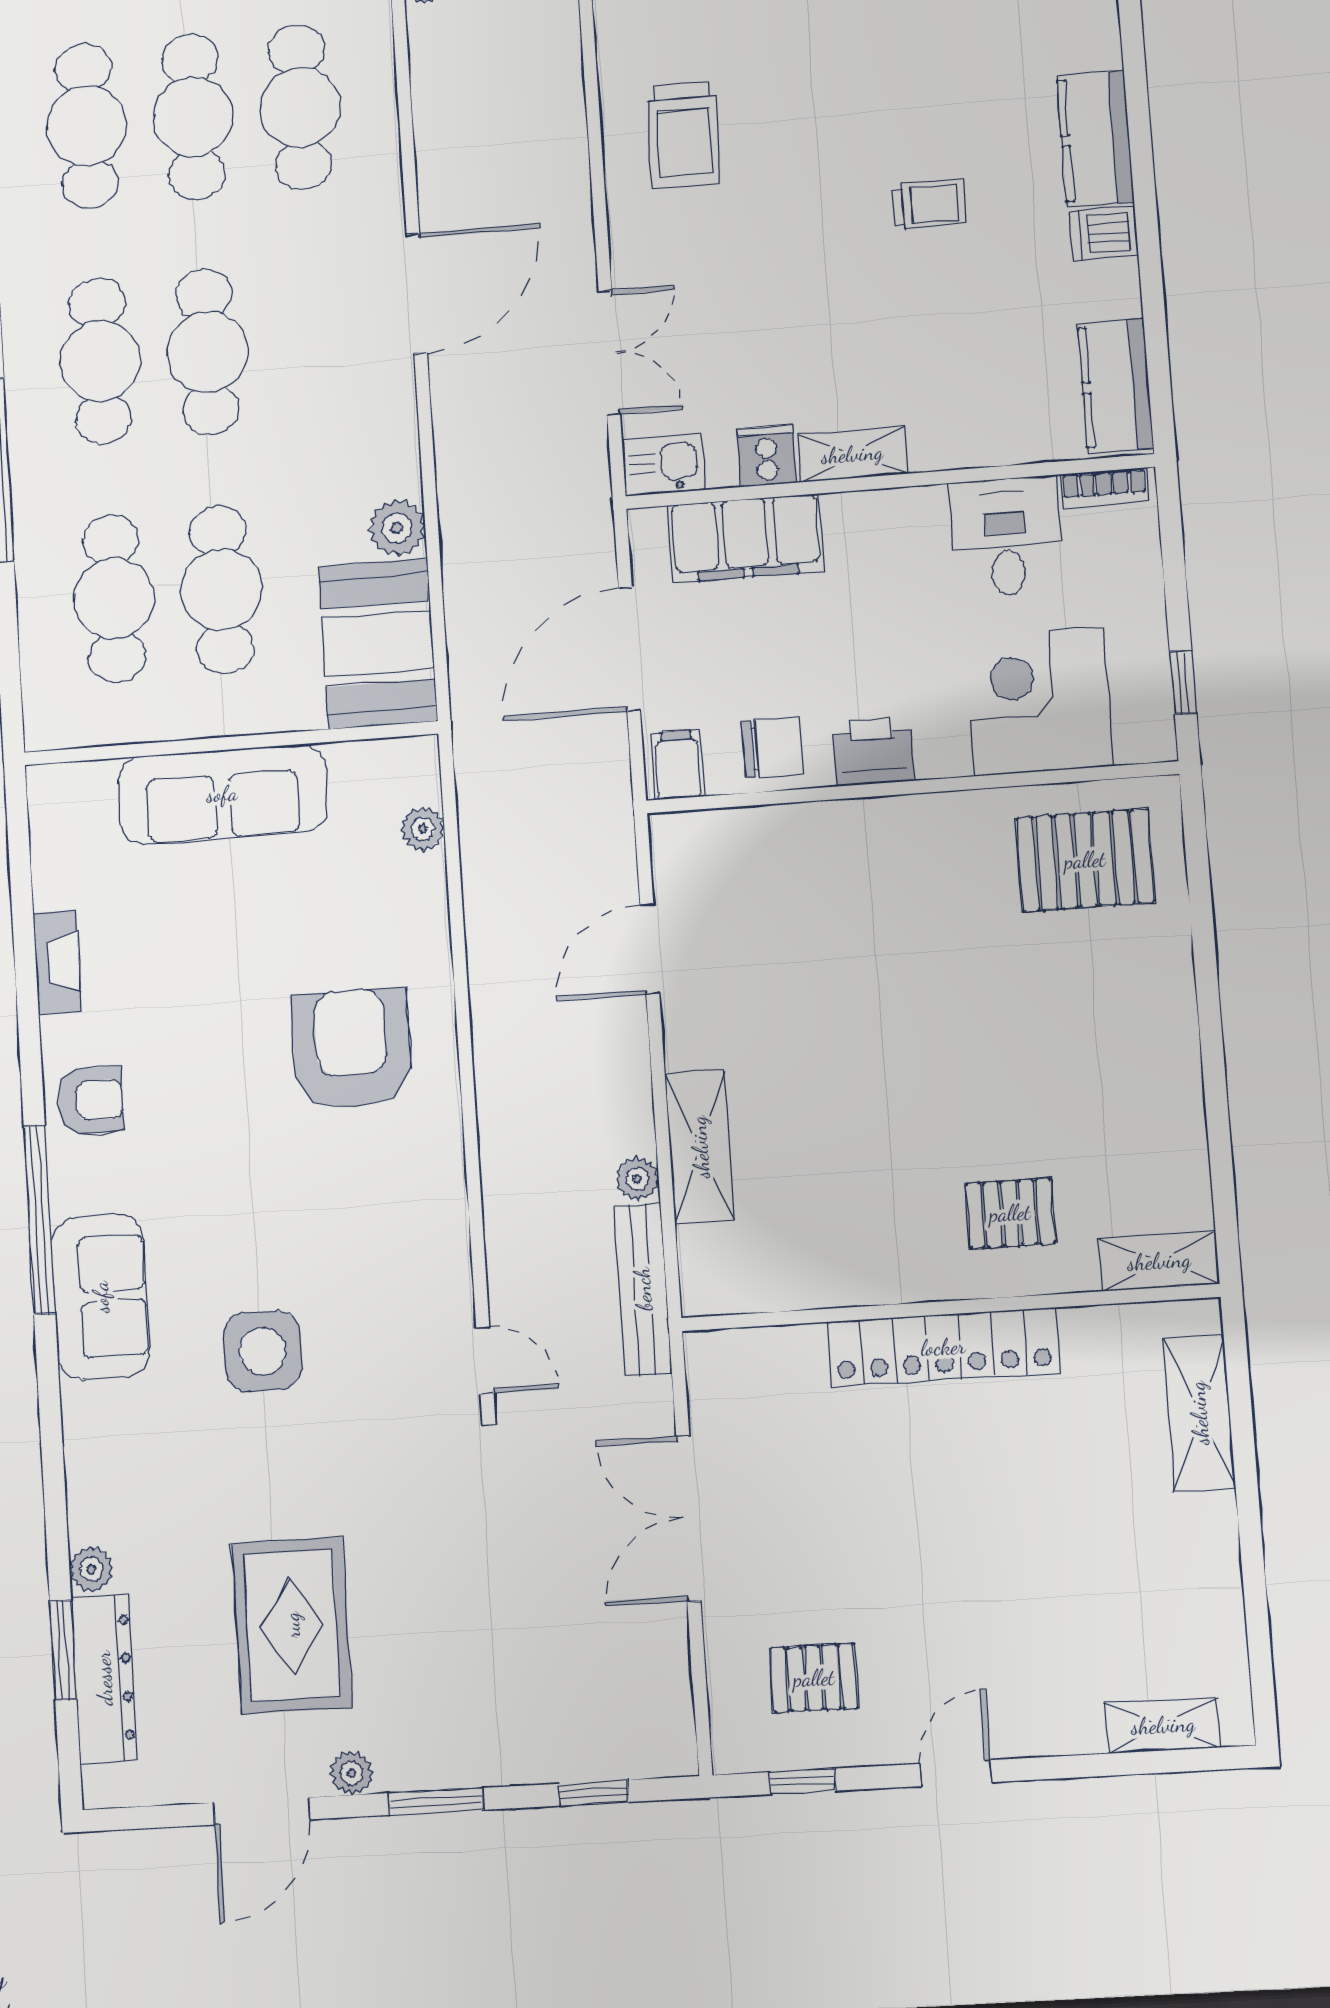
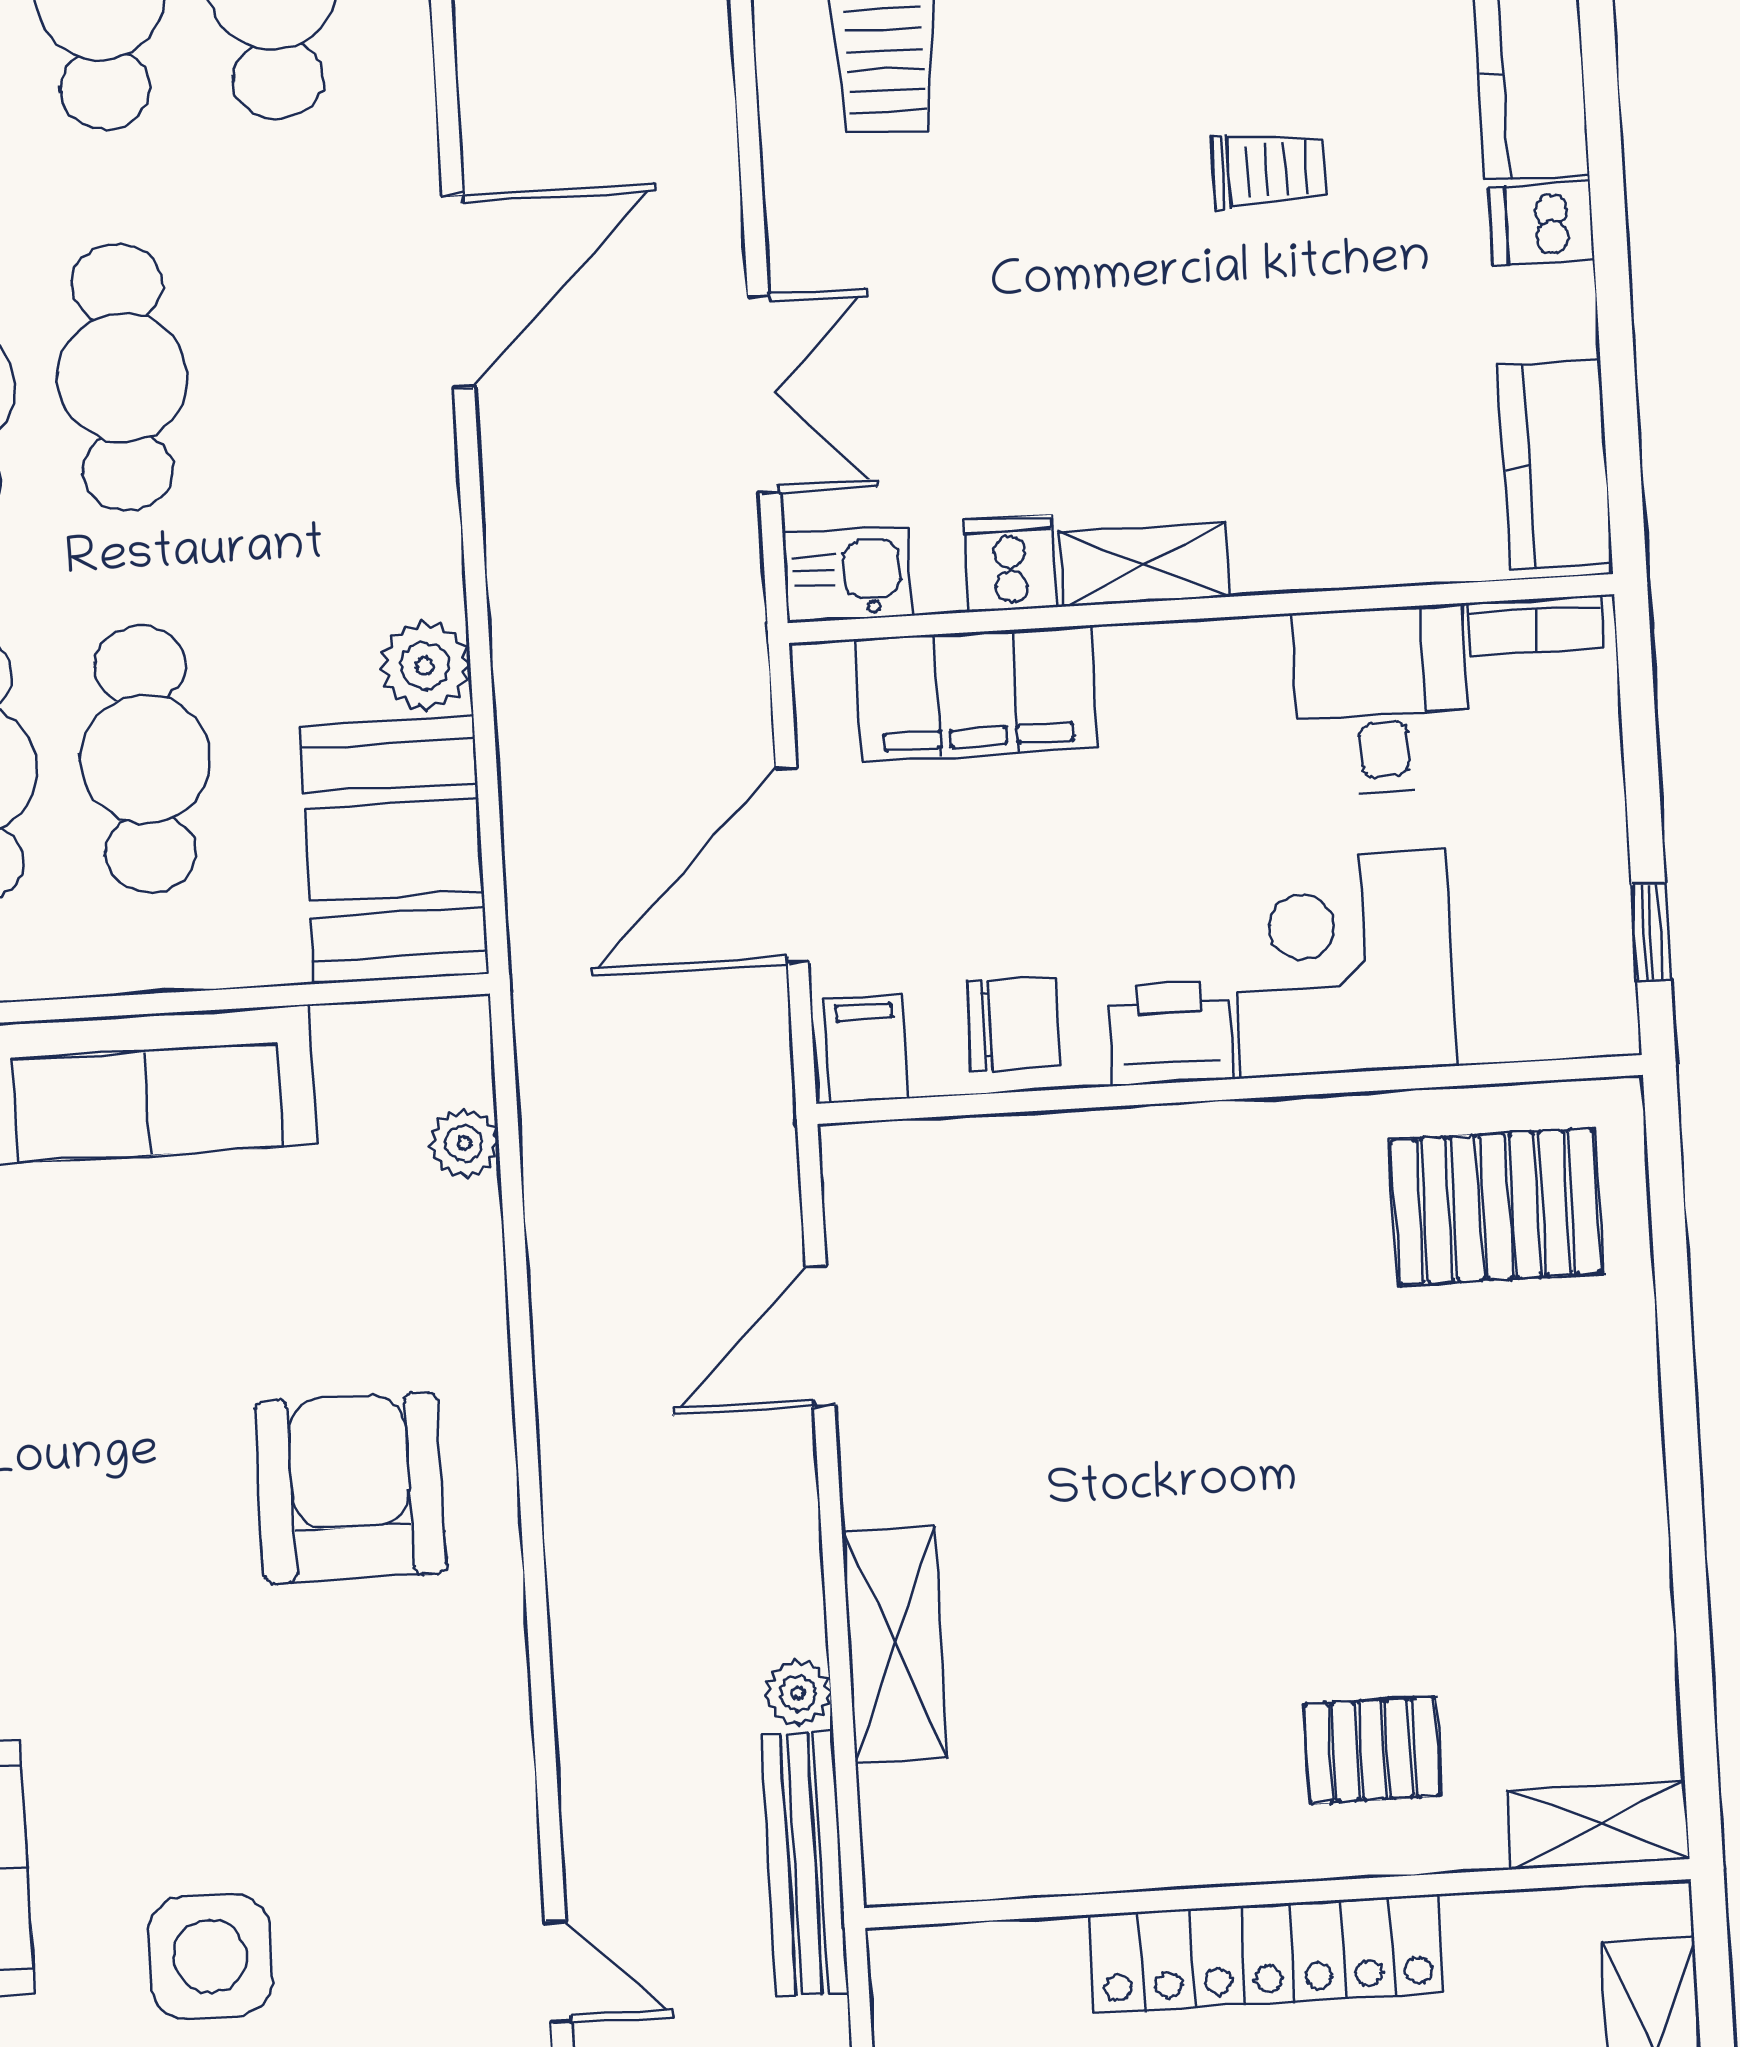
corner desk: (1039, 702) -> (1343, 964), moved

